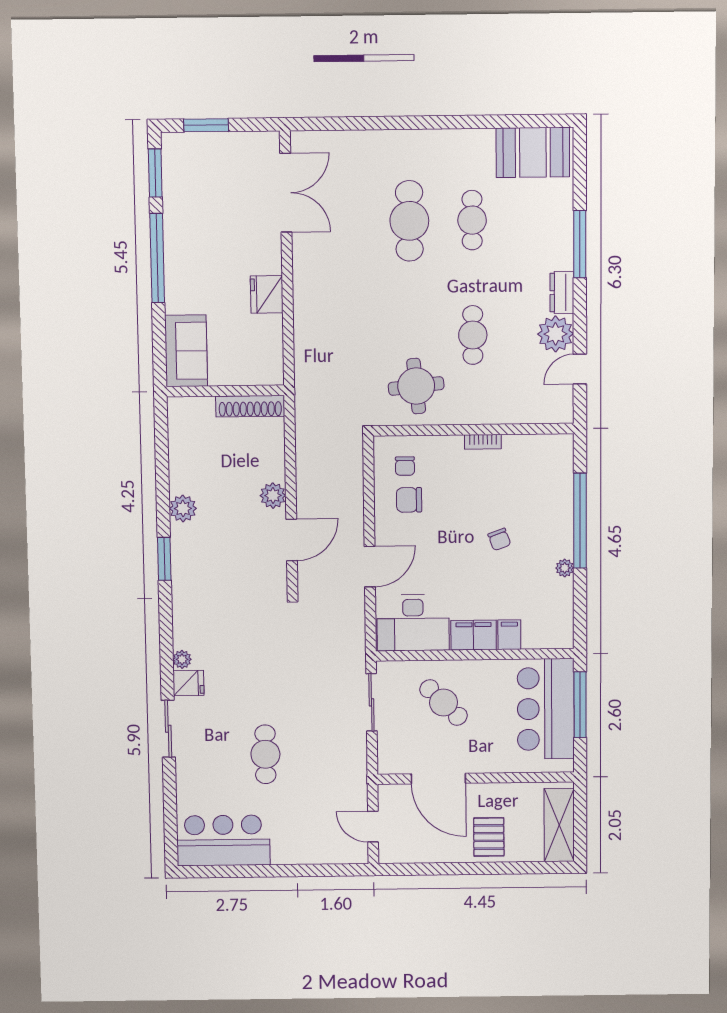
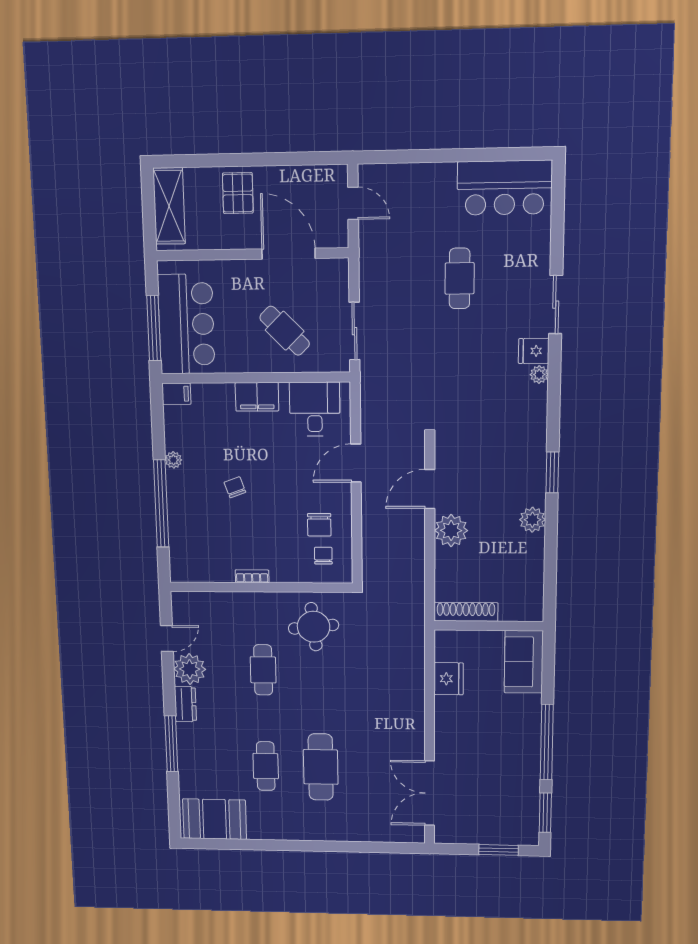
fridge: (267, 294) -> (449, 679), moved
plant: (273, 496) -> (451, 530), width x1.36, depth x1.36
chair: (409, 500) -> (319, 525), turned 90
desk: (413, 623) -> (315, 409), width x0.73
filing cabinet: (509, 635) -> (176, 394), moved, turned -90

